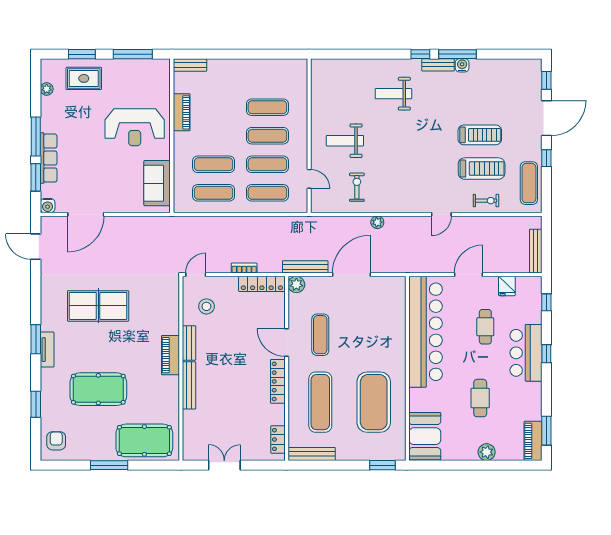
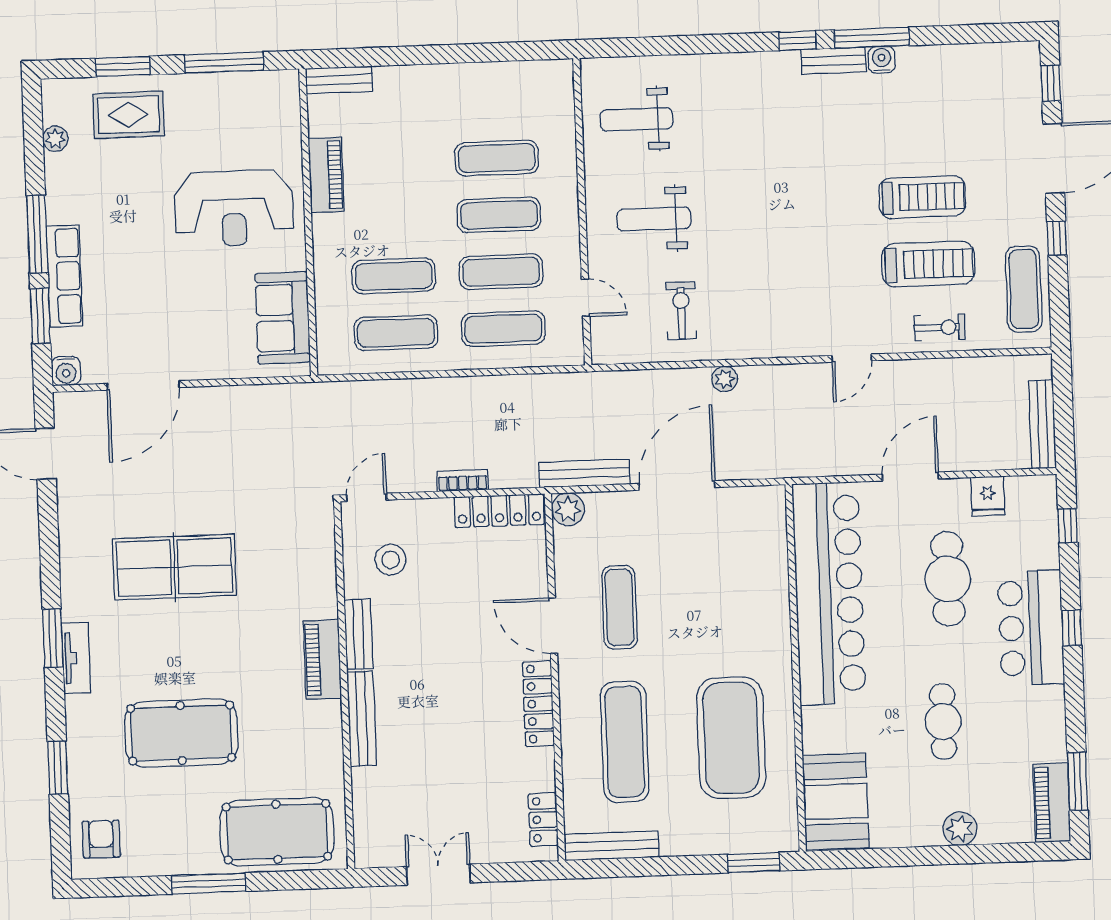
weight bench: (393, 94) -> (636, 119), moved
cafe table: (485, 327) -> (948, 579), width x1.37, depth x1.35

